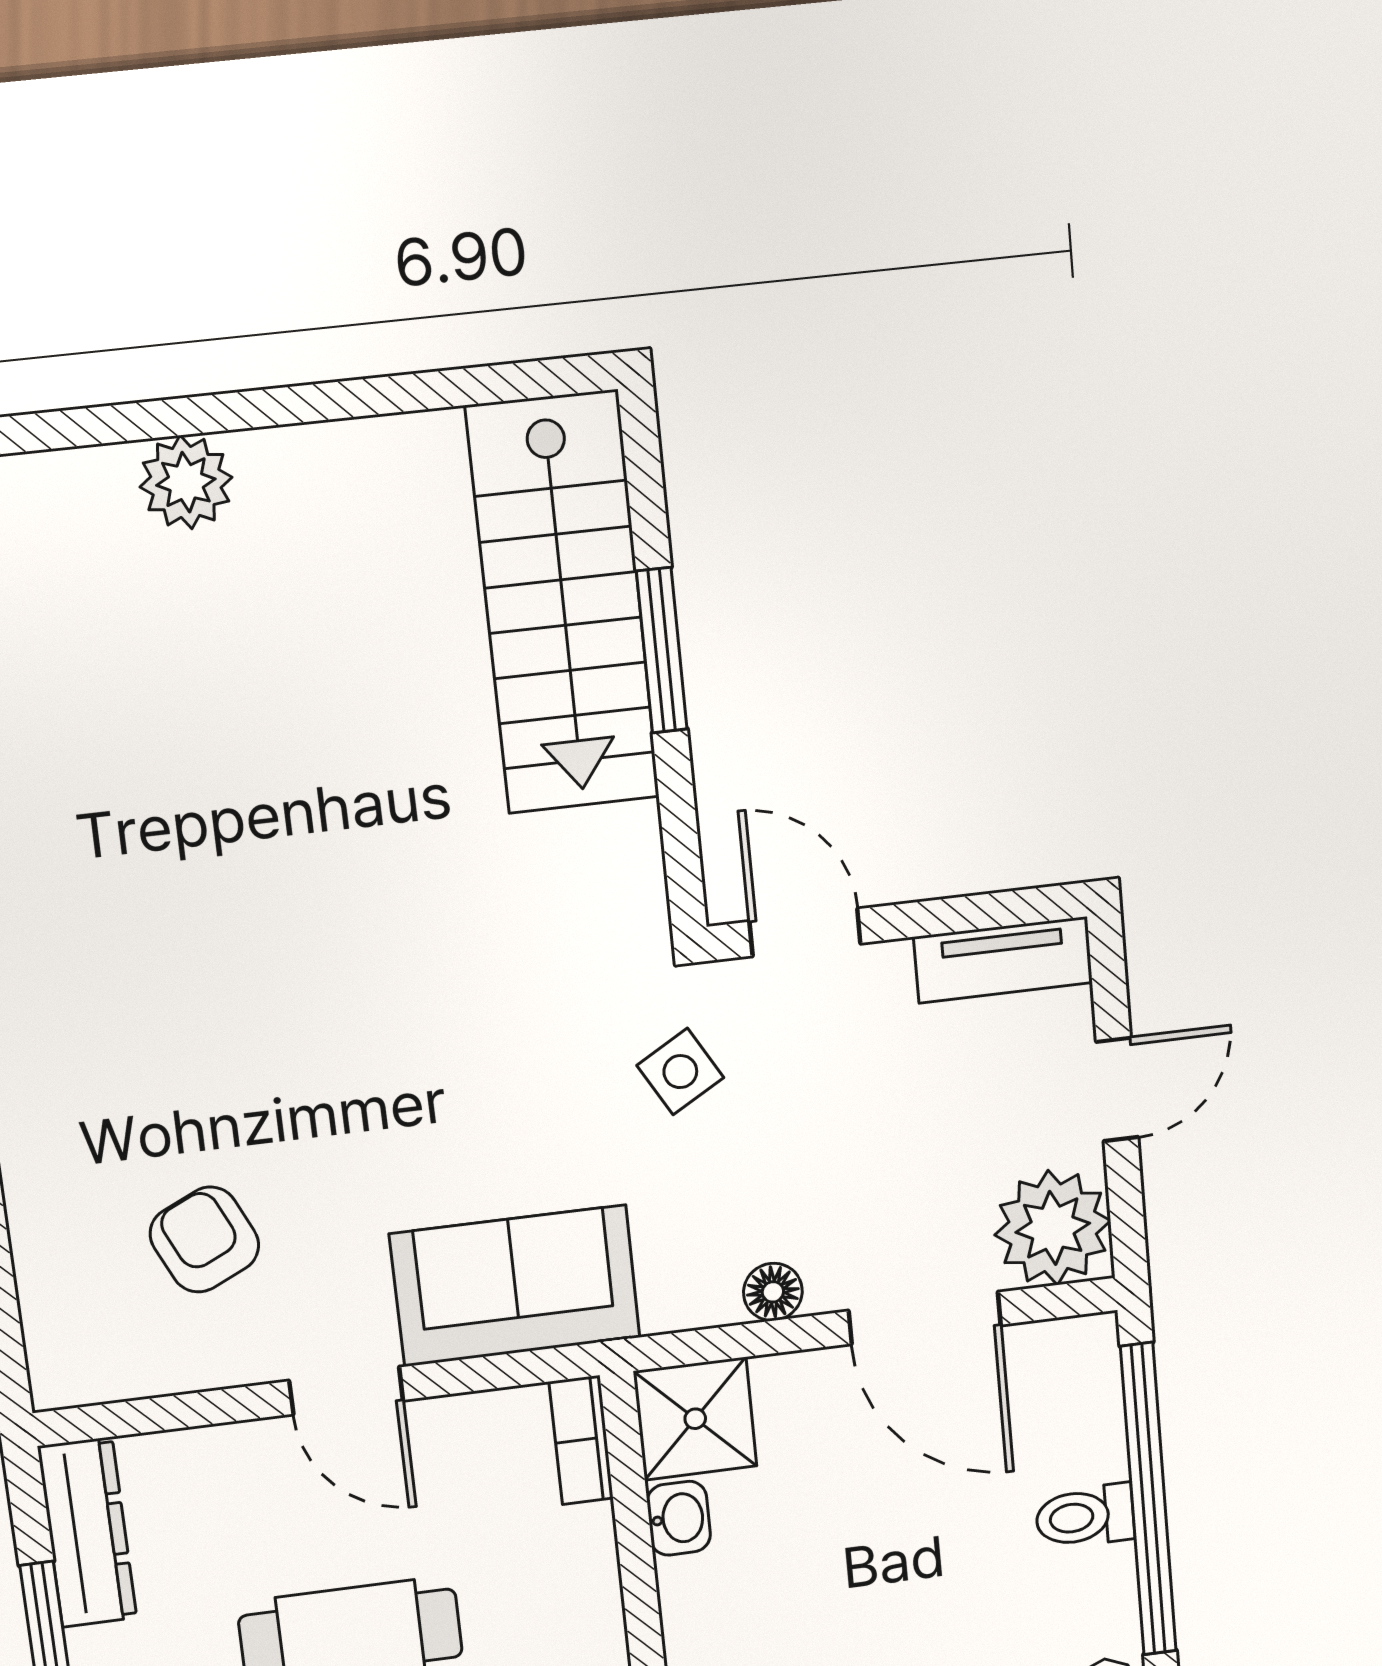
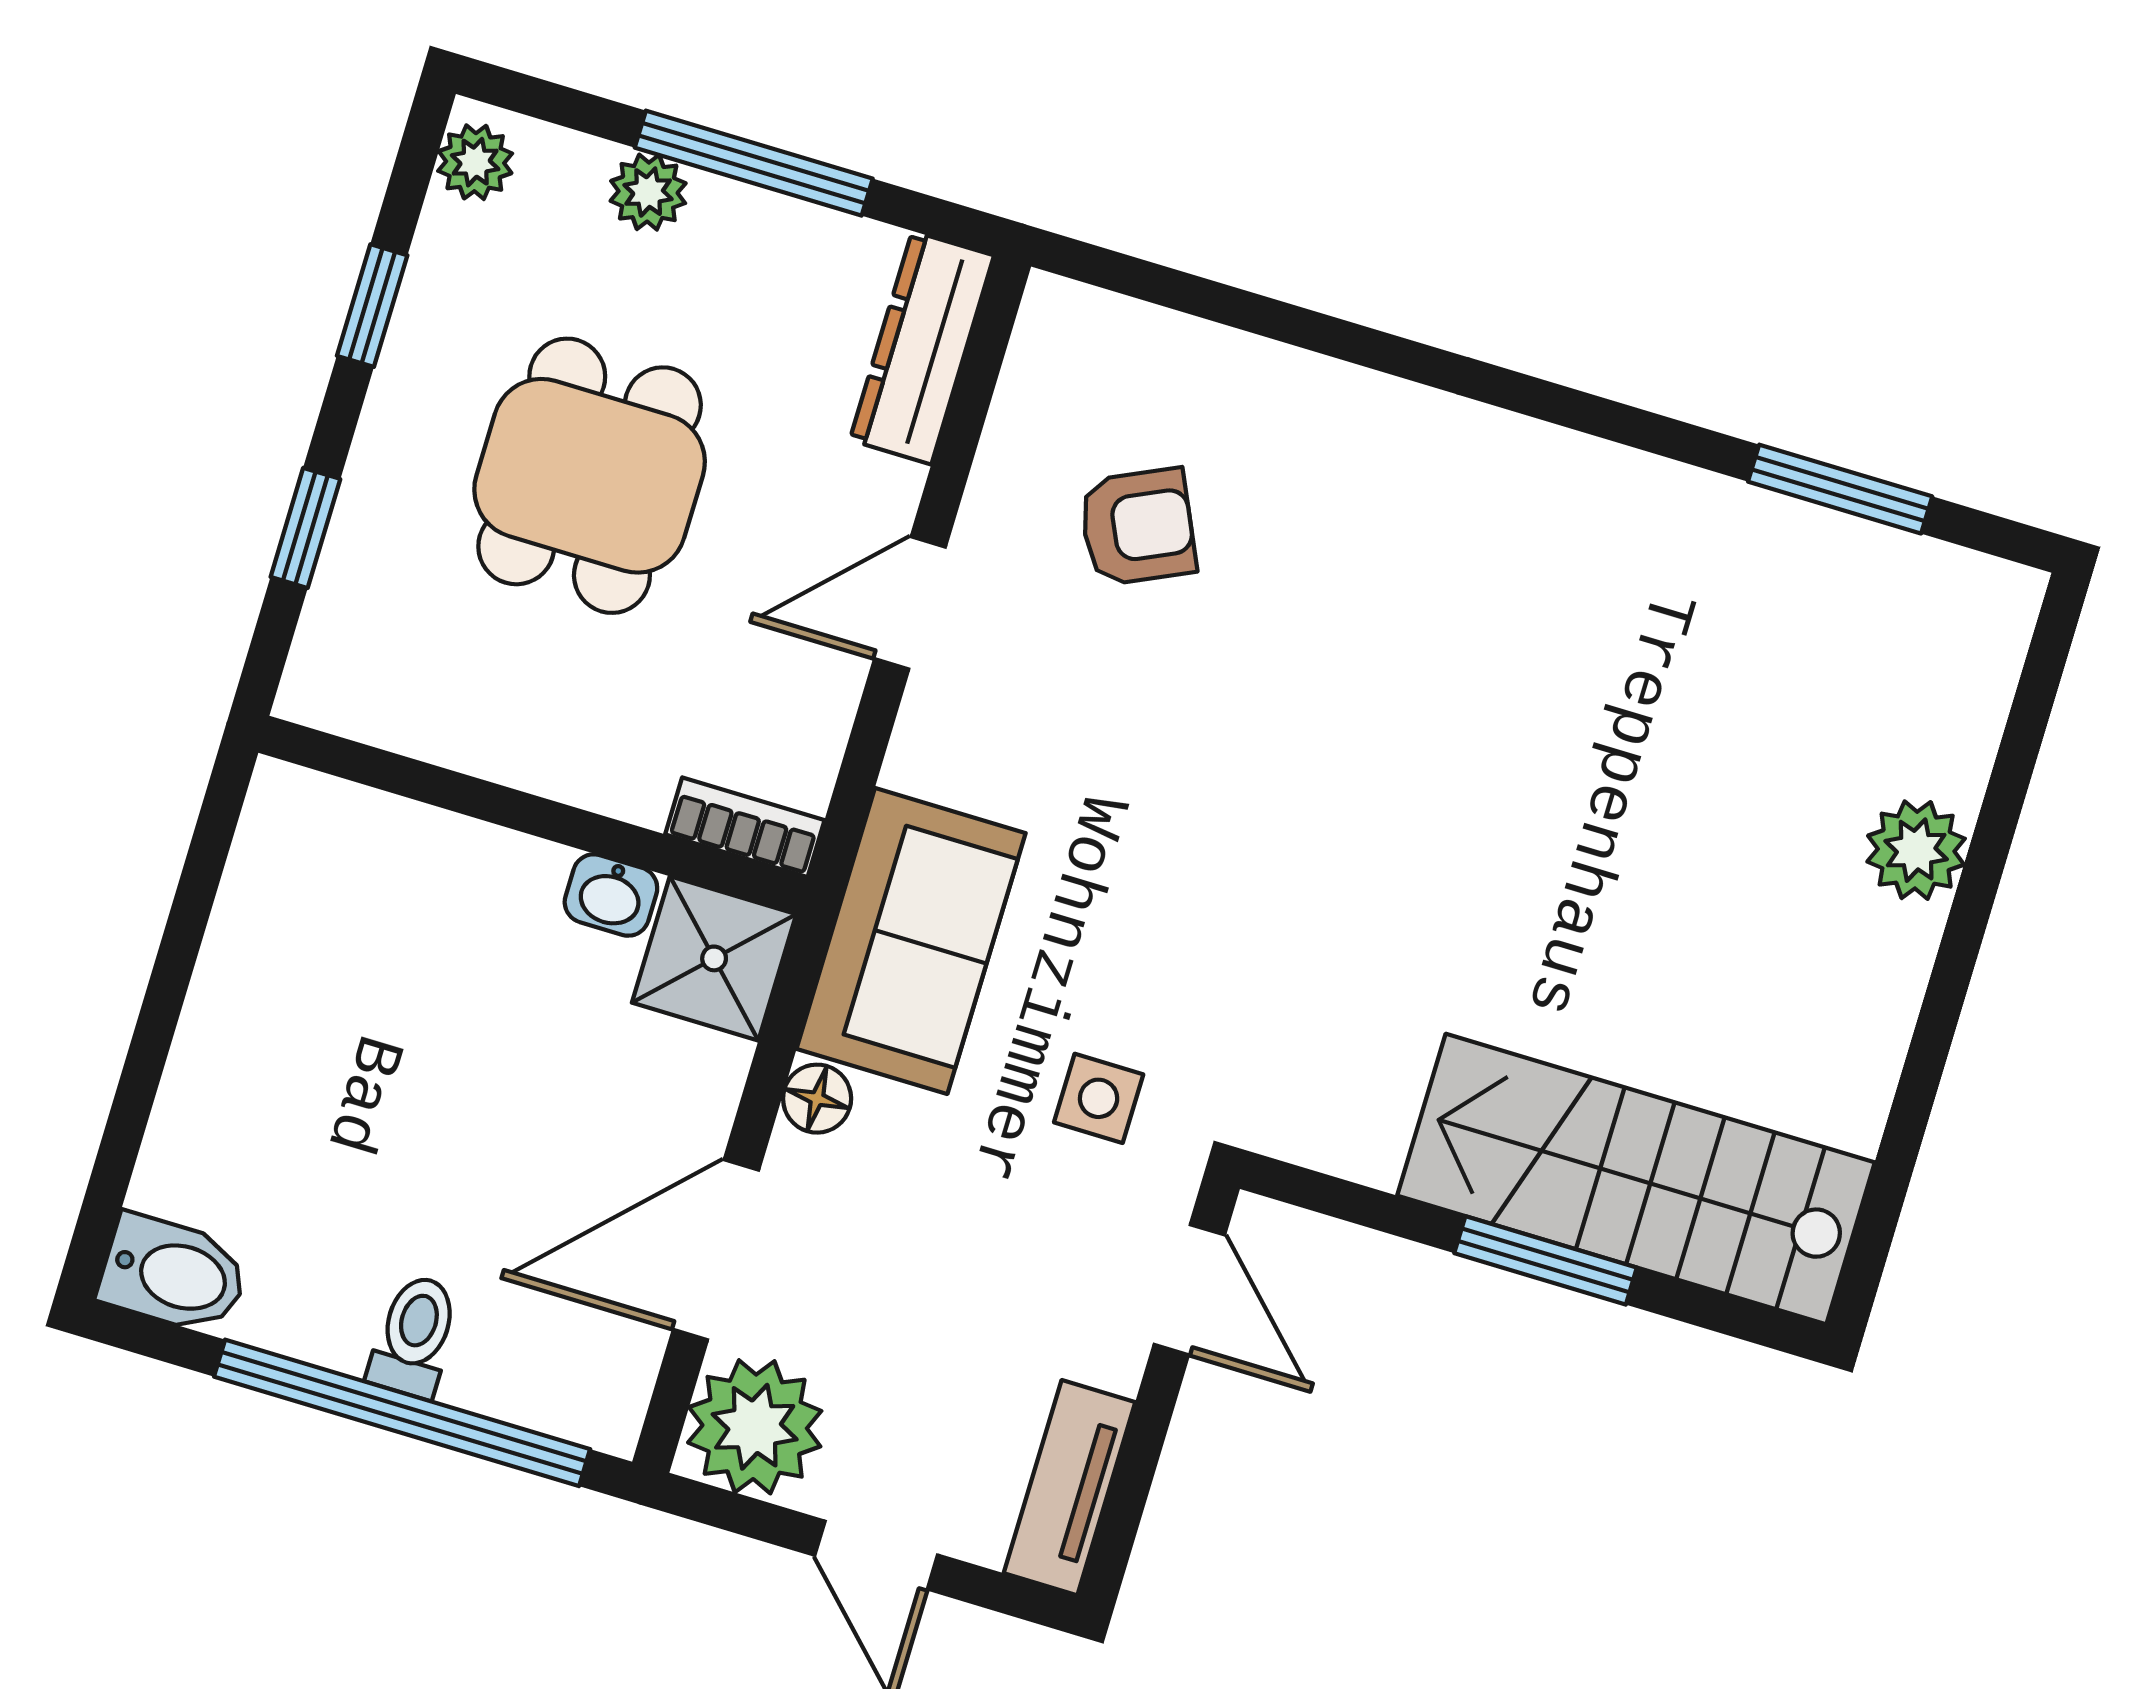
door: (805, 932) -> (1189, 1290), hinge flipped
side table: (680, 1072) -> (1099, 1098), turned 30
sofa: (515, 1286) -> (911, 941), moved
dresser: (87, 1532) -> (922, 348), moved, turned 90

